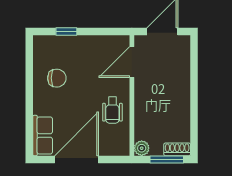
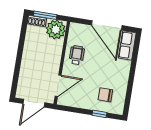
chair: (57, 78) -> (105, 95), moved
plant: (142, 148) -> (56, 29), width x1.88, depth x1.88
door: (77, 159) -> (107, 25), hinge flipped

